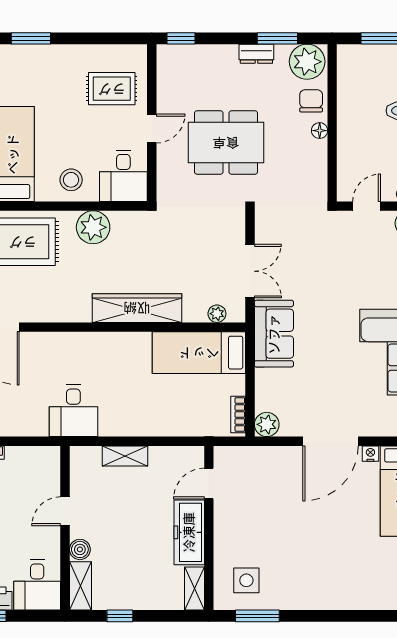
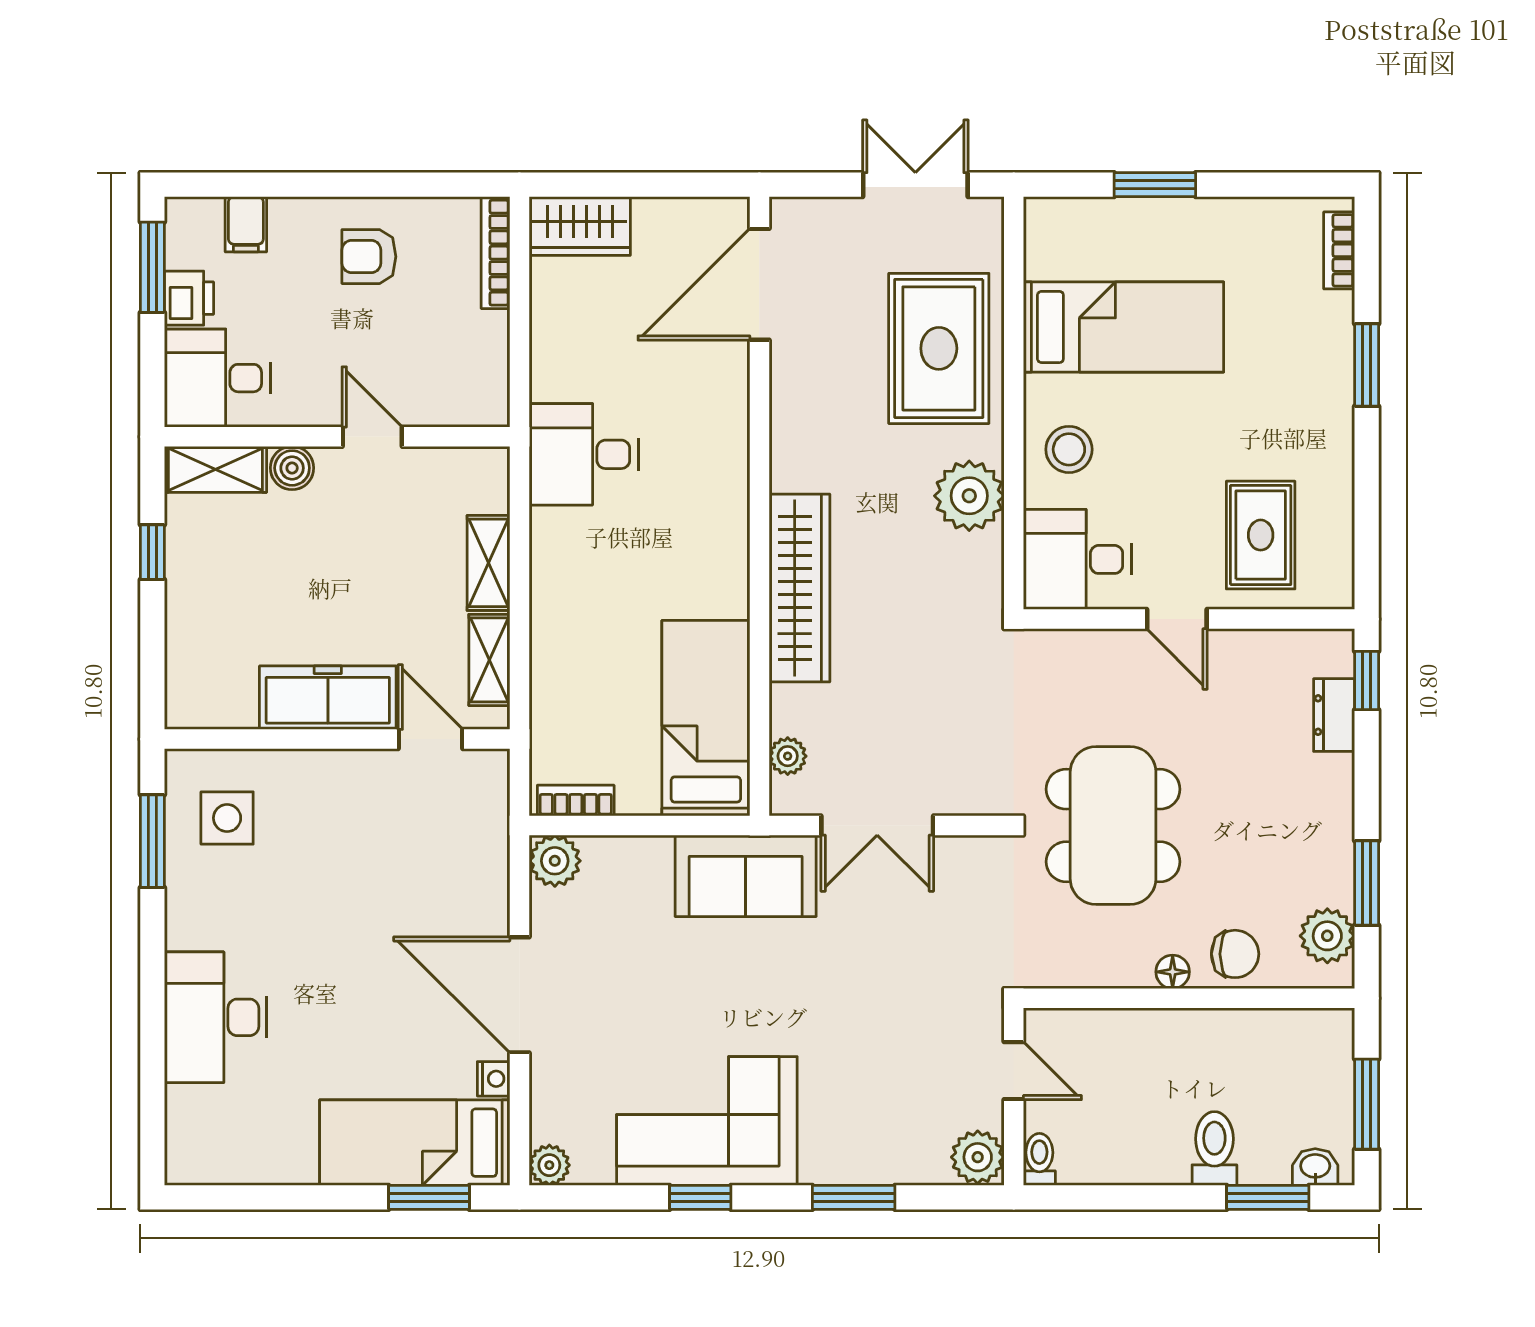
dresser: (256, 54) -> (1334, 715), moved
plant: (307, 62) -> (1327, 936), width x0.73, depth x0.73
dining table: (226, 143) -> (1113, 825), moved
desk: (341, 586) -> (216, 1017), added
shelving: (195, 589) -> (489, 660), moved, turned 90

